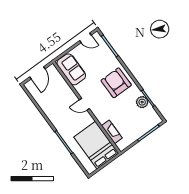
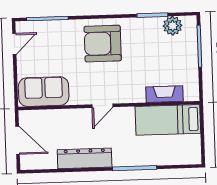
plant: (142, 102) -> (173, 26), moved
dresser: (51, 113) -> (85, 158), added
bed: (96, 145) -> (168, 120), width x0.67

